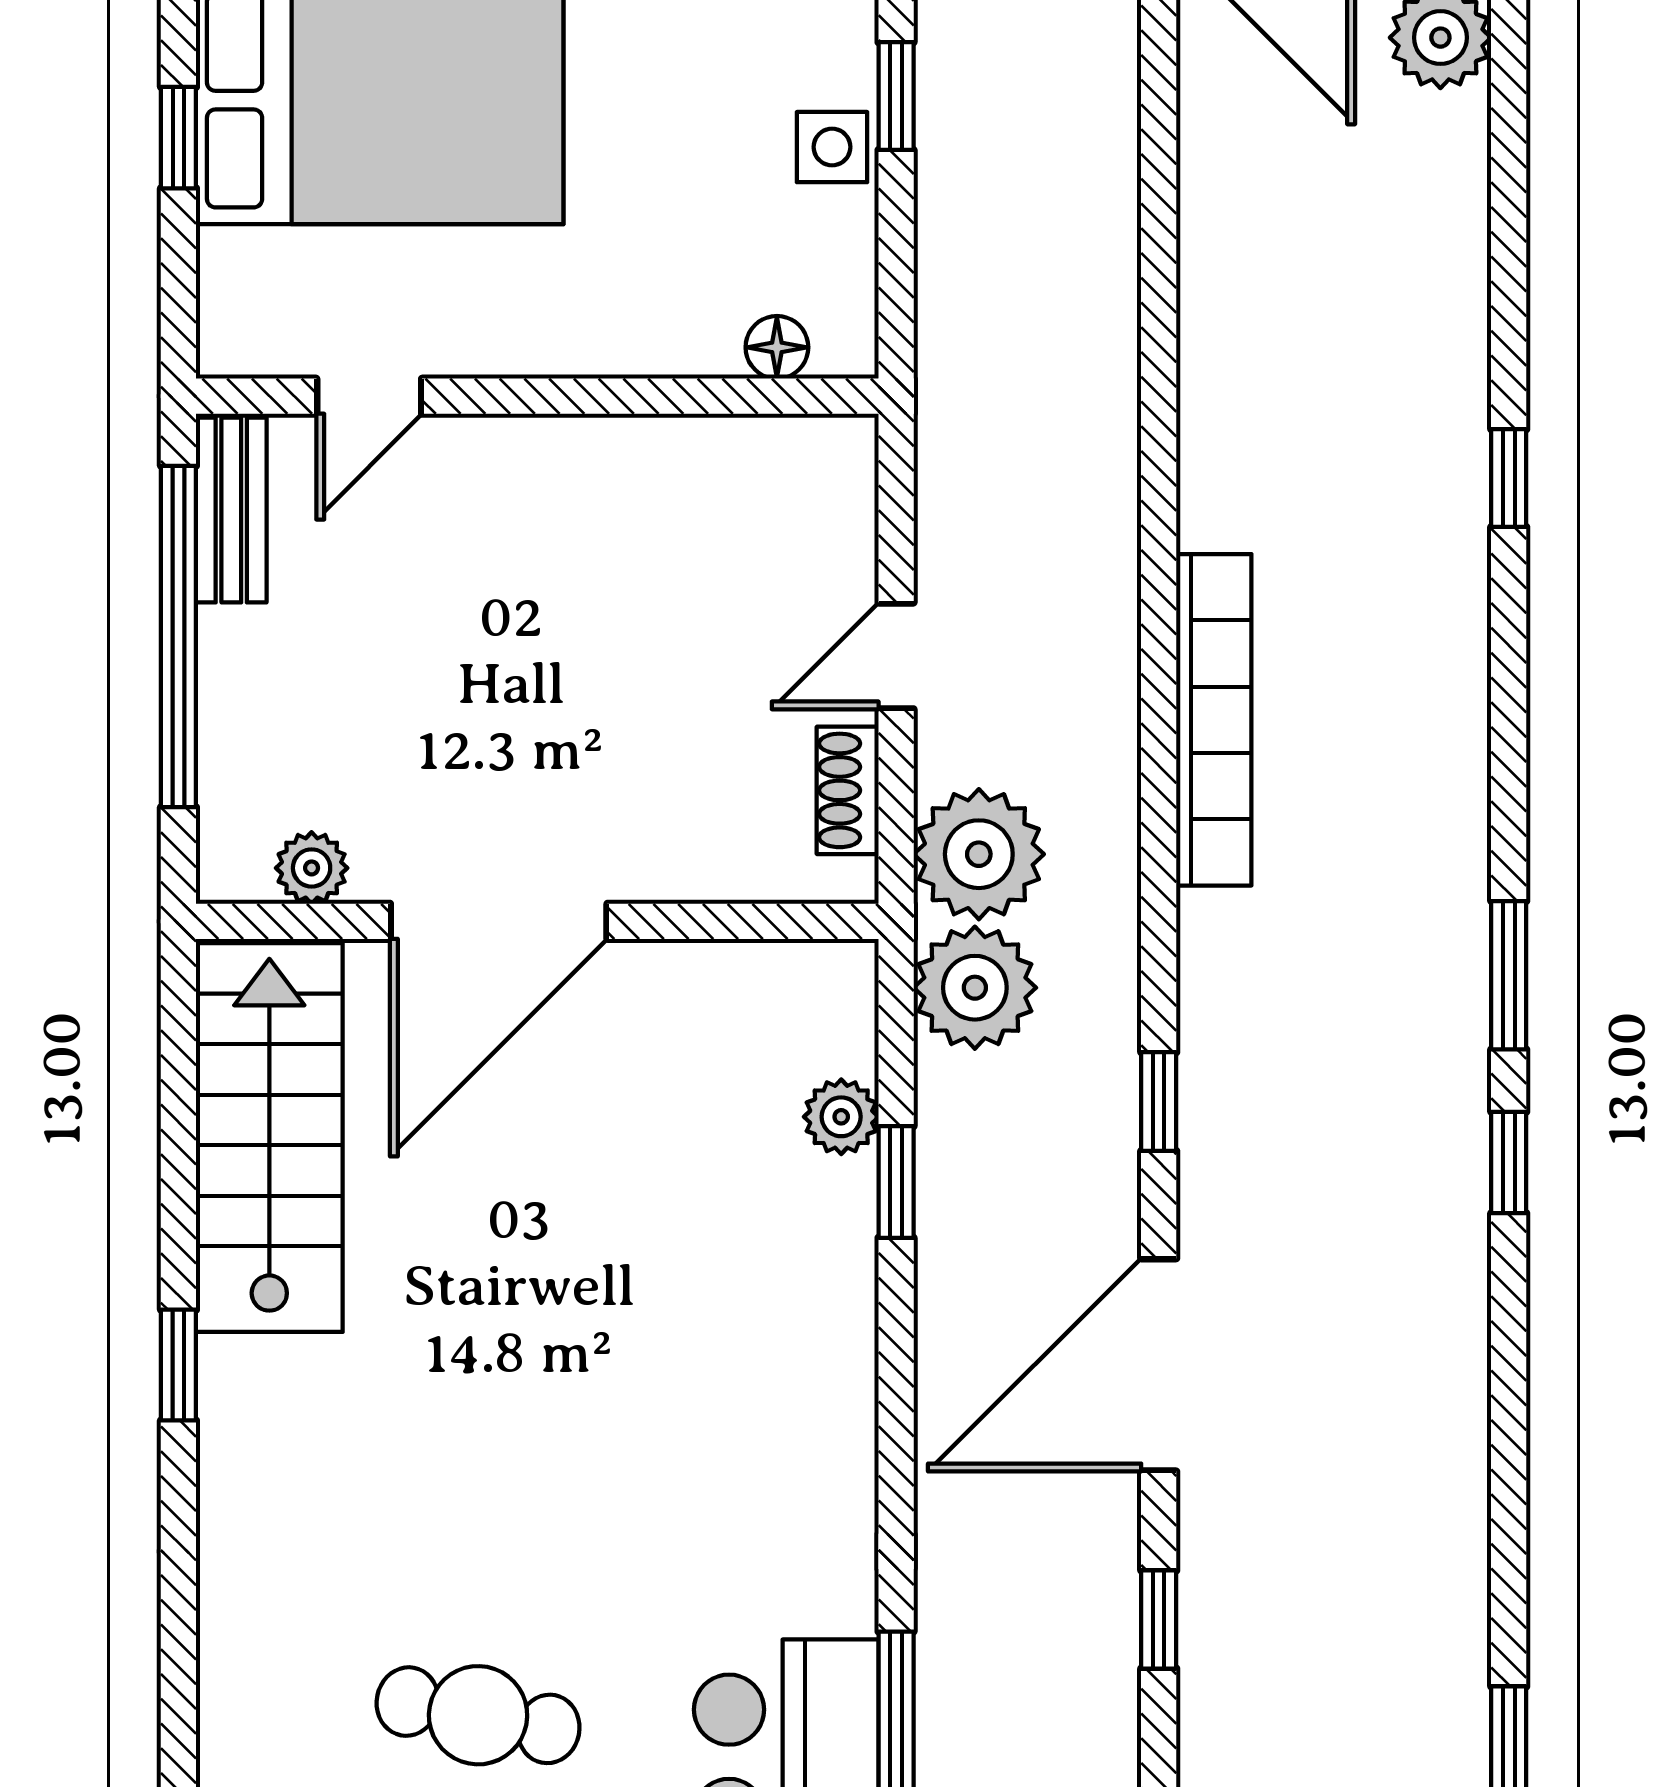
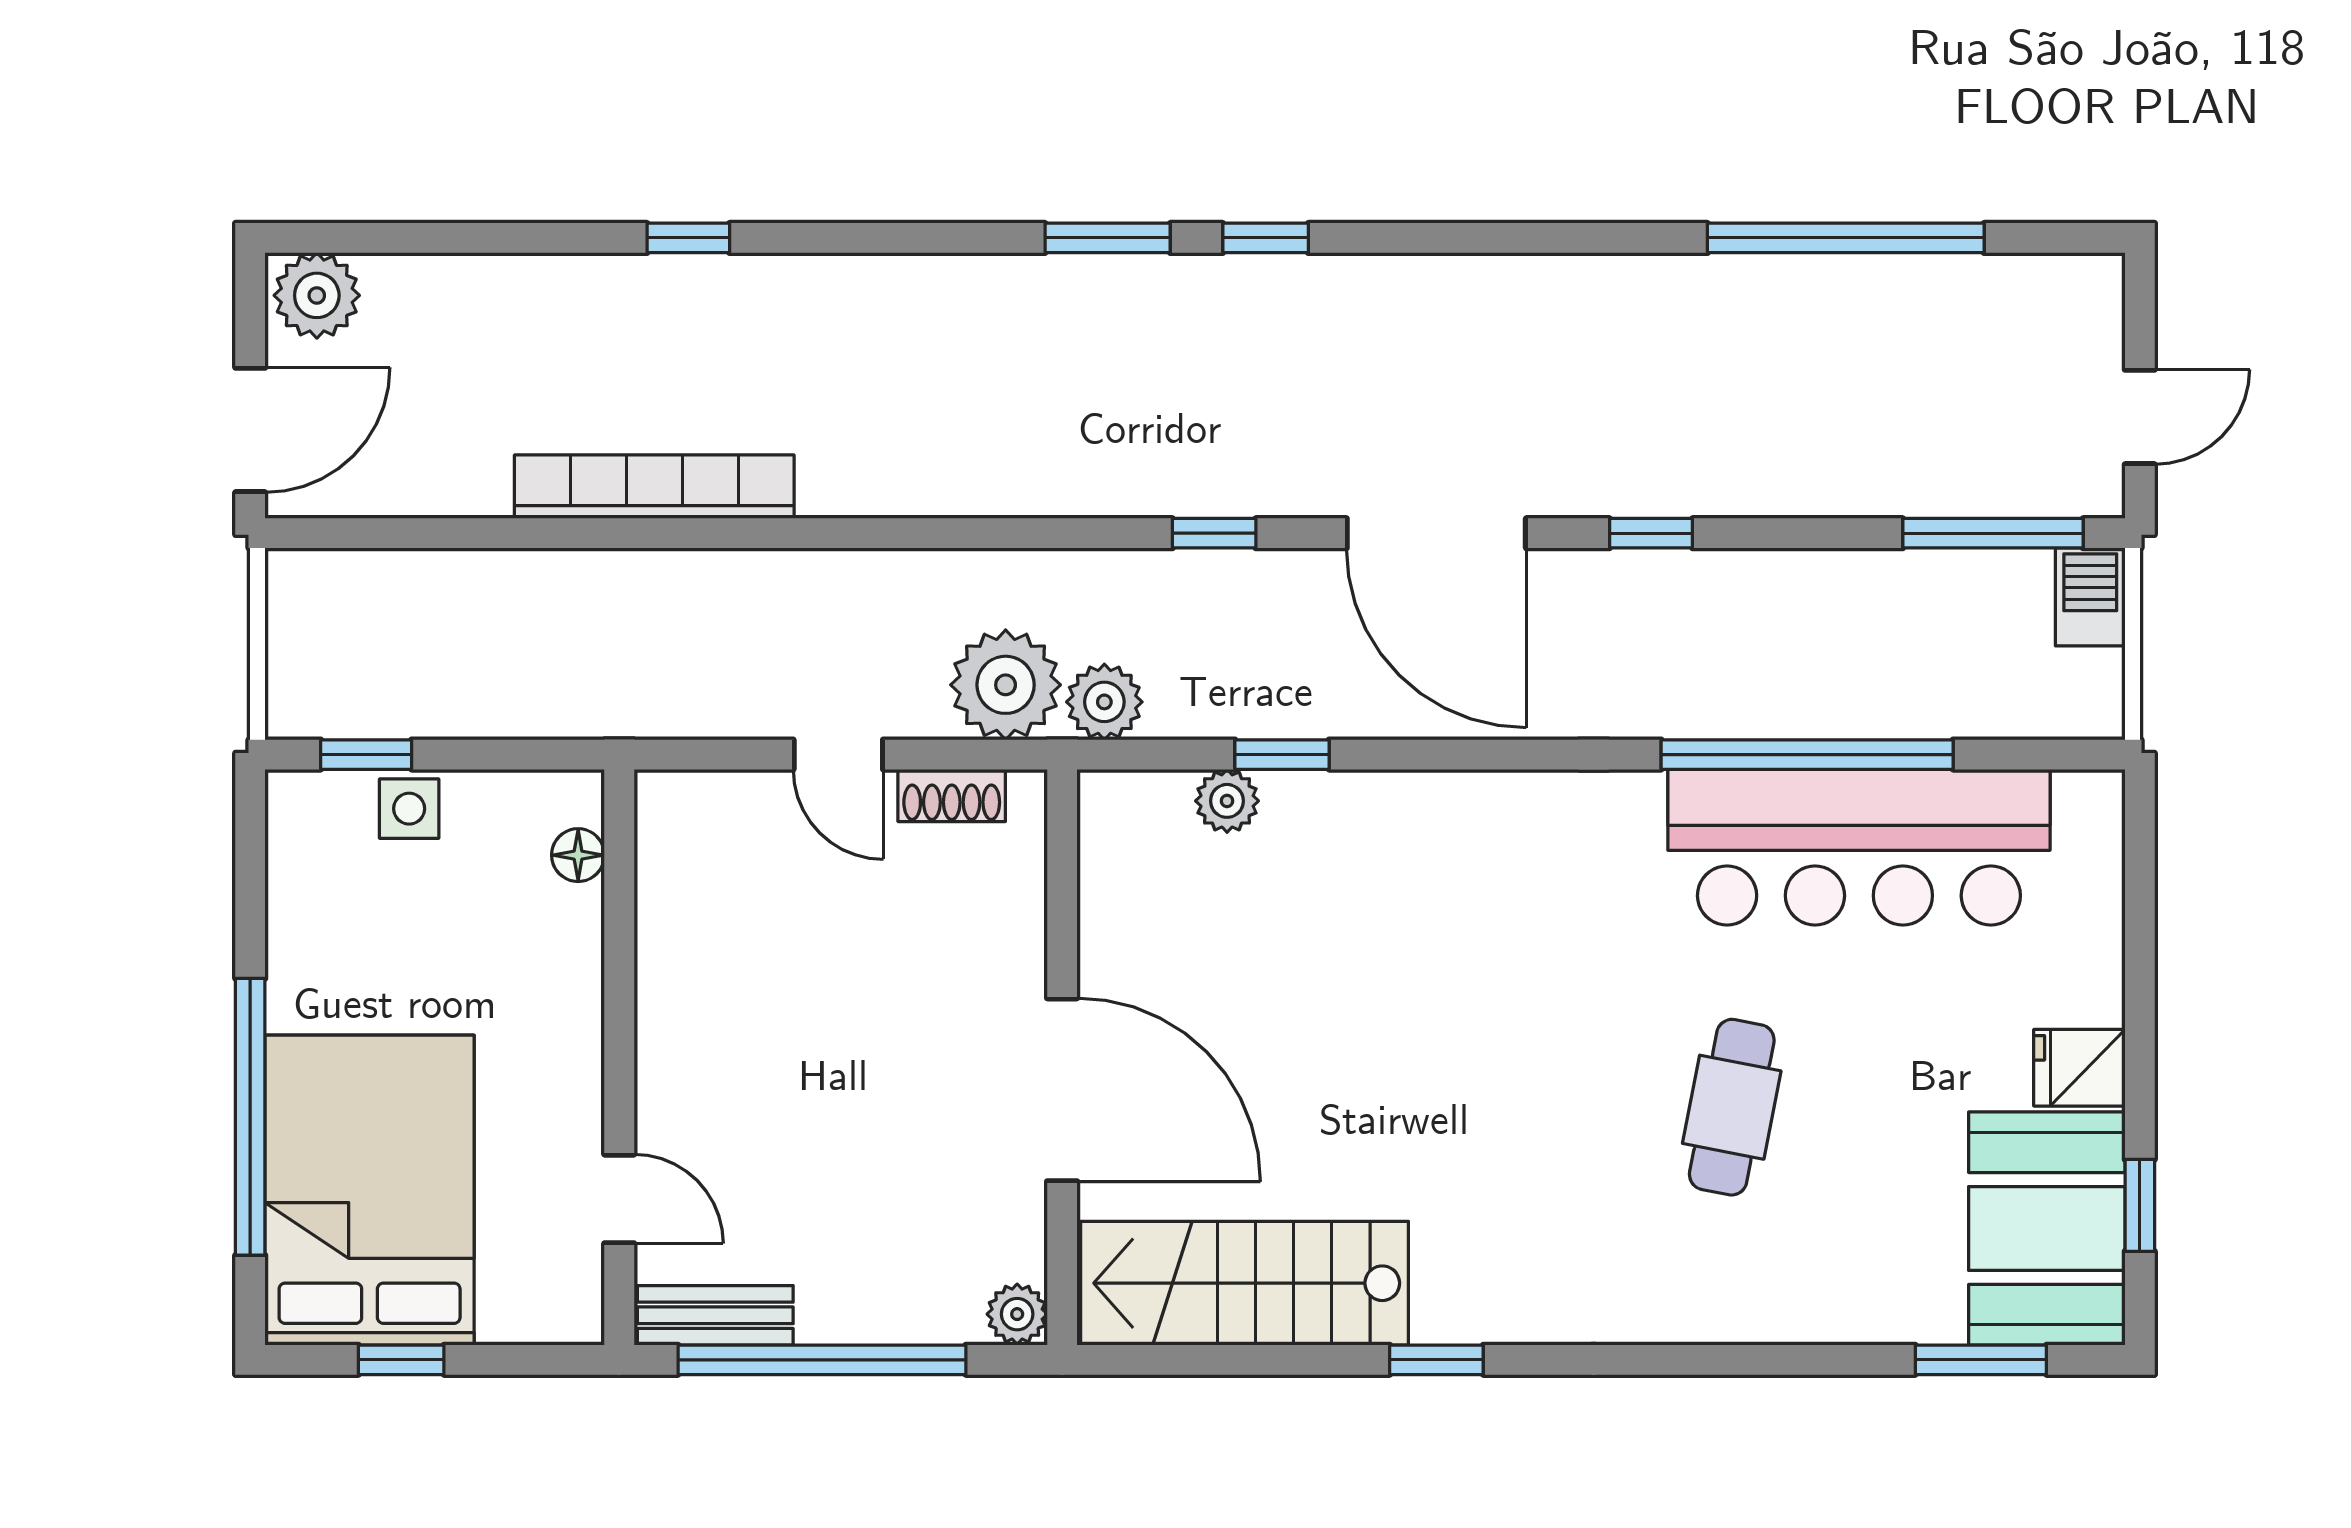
bookcase: (1214, 720) -> (654, 487), moved
plant: (312, 868) -> (1017, 1314), moved
plant: (975, 988) -> (1104, 702), width x0.73, depth x0.73

